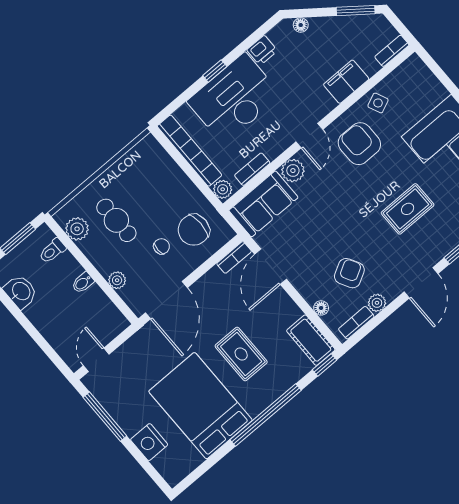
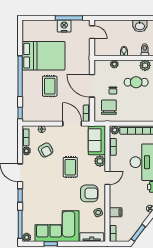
tv unit: (426, 80) -> (92, 237), added
filing cabinet: (346, 82) -> (116, 212), width x0.50
door: (309, 136) -> (107, 178), swing flipped
rug: (408, 209) -> (70, 167), moved
door: (166, 300) -> (92, 86), moved
cot: (311, 340) -> (33, 116), removed
rug: (241, 354) -> (50, 86), turned 90
nightstand: (149, 442) -> (64, 26), moved

